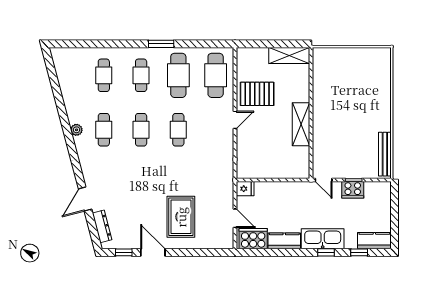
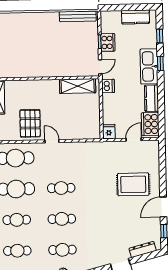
shelving: (301, 124) -> (78, 86), moved
dishwasher: (300, 189) -> (108, 86), added
kitchen counter: (374, 241) -> (135, 17), moved, turned -90

